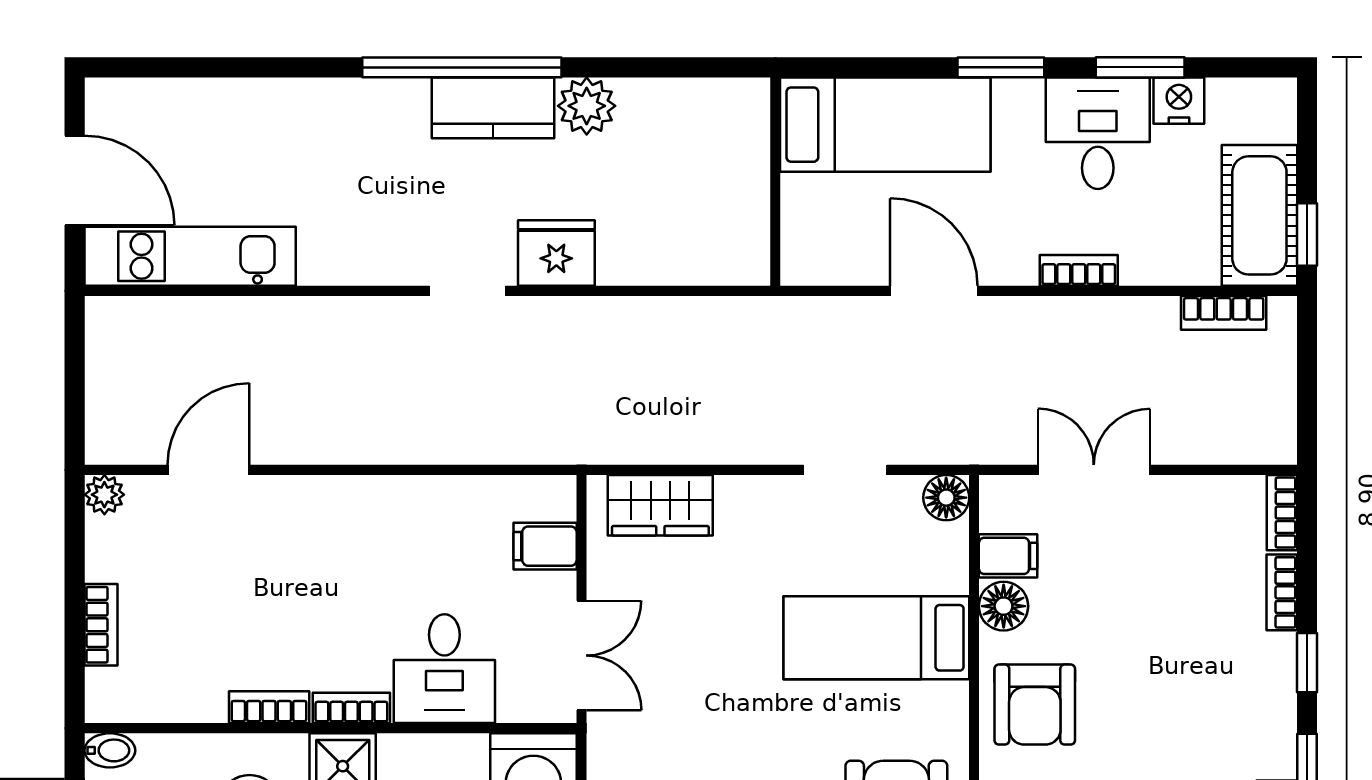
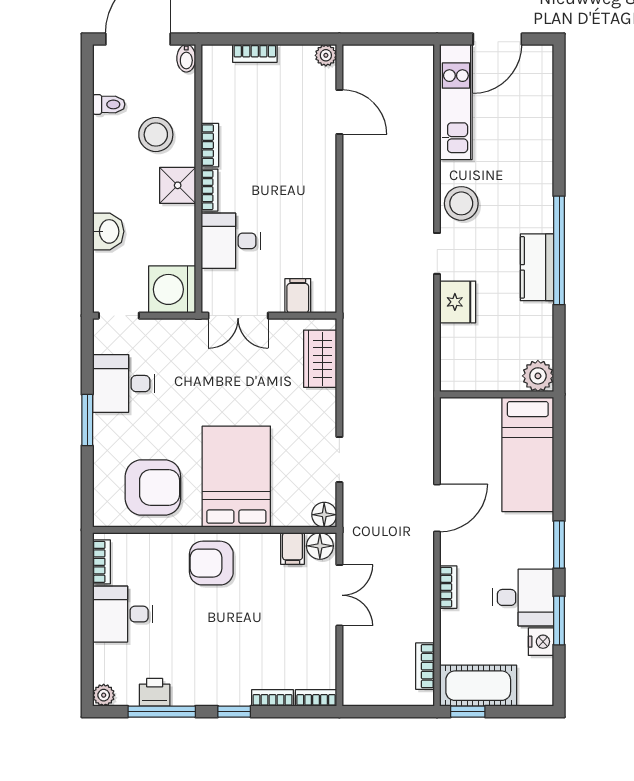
plant: (587, 106) -> (538, 376), moved
bed: (885, 125) -> (528, 454), moved
wall: (775, 182) -> (497, 394), moved
stool: (376, 247) -> (461, 203), added
floor lamp: (1004, 606) -> (320, 546), moved
bed: (876, 638) -> (236, 477), width x1.50

